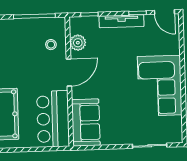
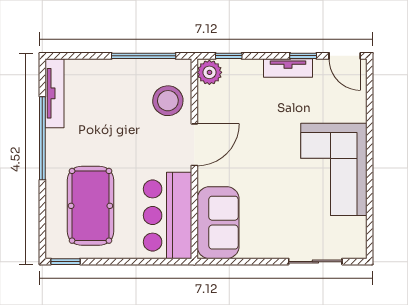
tv unit: (122, 21) -> (288, 68), width x0.71
plant: (78, 43) -> (209, 72), moved
stool: (51, 45) -> (168, 101), width x1.89, depth x1.89

